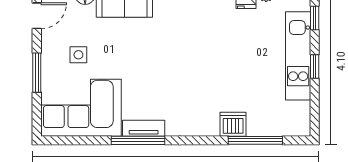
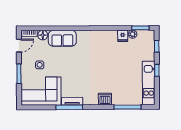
kitchen unit: (298, 56) -> (149, 83), moved
dishwasher: (233, 124) -> (105, 99), moved

